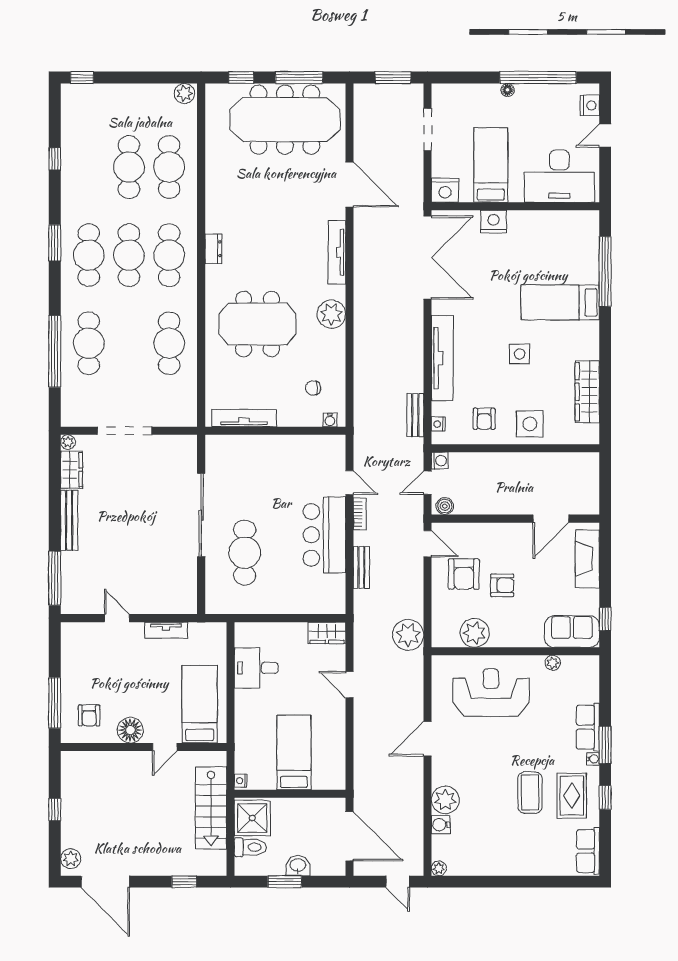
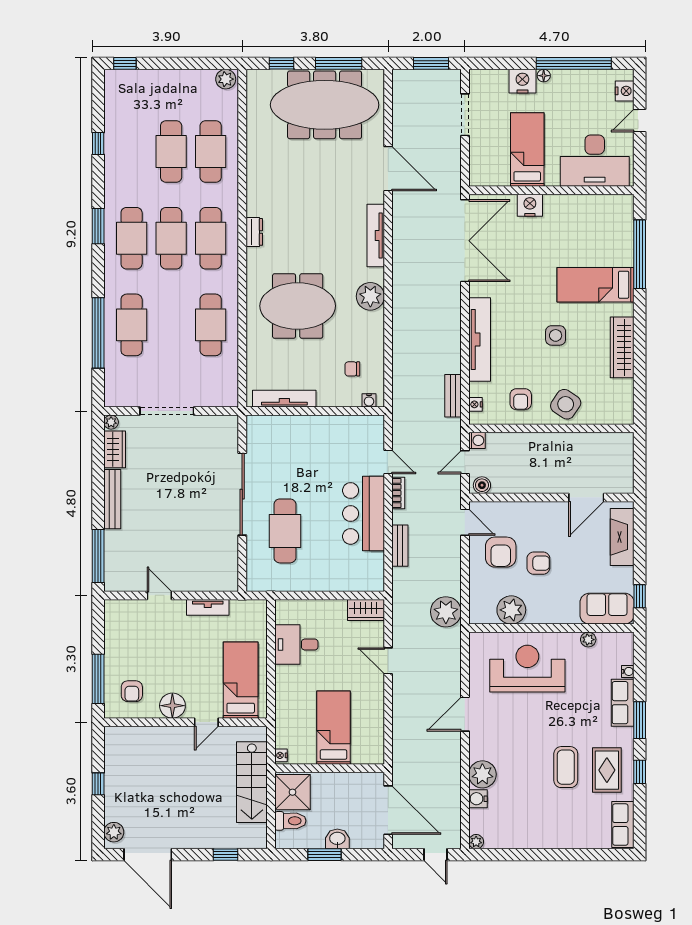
nightstand: (445, 190) -> (522, 81), moved, turned 180
wardrobe: (587, 392) -> (622, 347), moved
side table: (530, 424) -> (566, 404), turned 34
water cooler: (593, 759) -> (628, 671), moved

